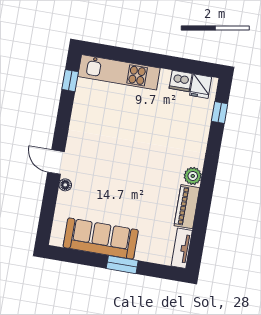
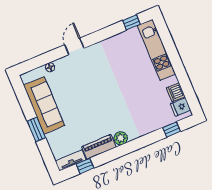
floor lamp: (65, 185) -> (50, 67), moved
window: (198, 236) -> (85, 166), added

